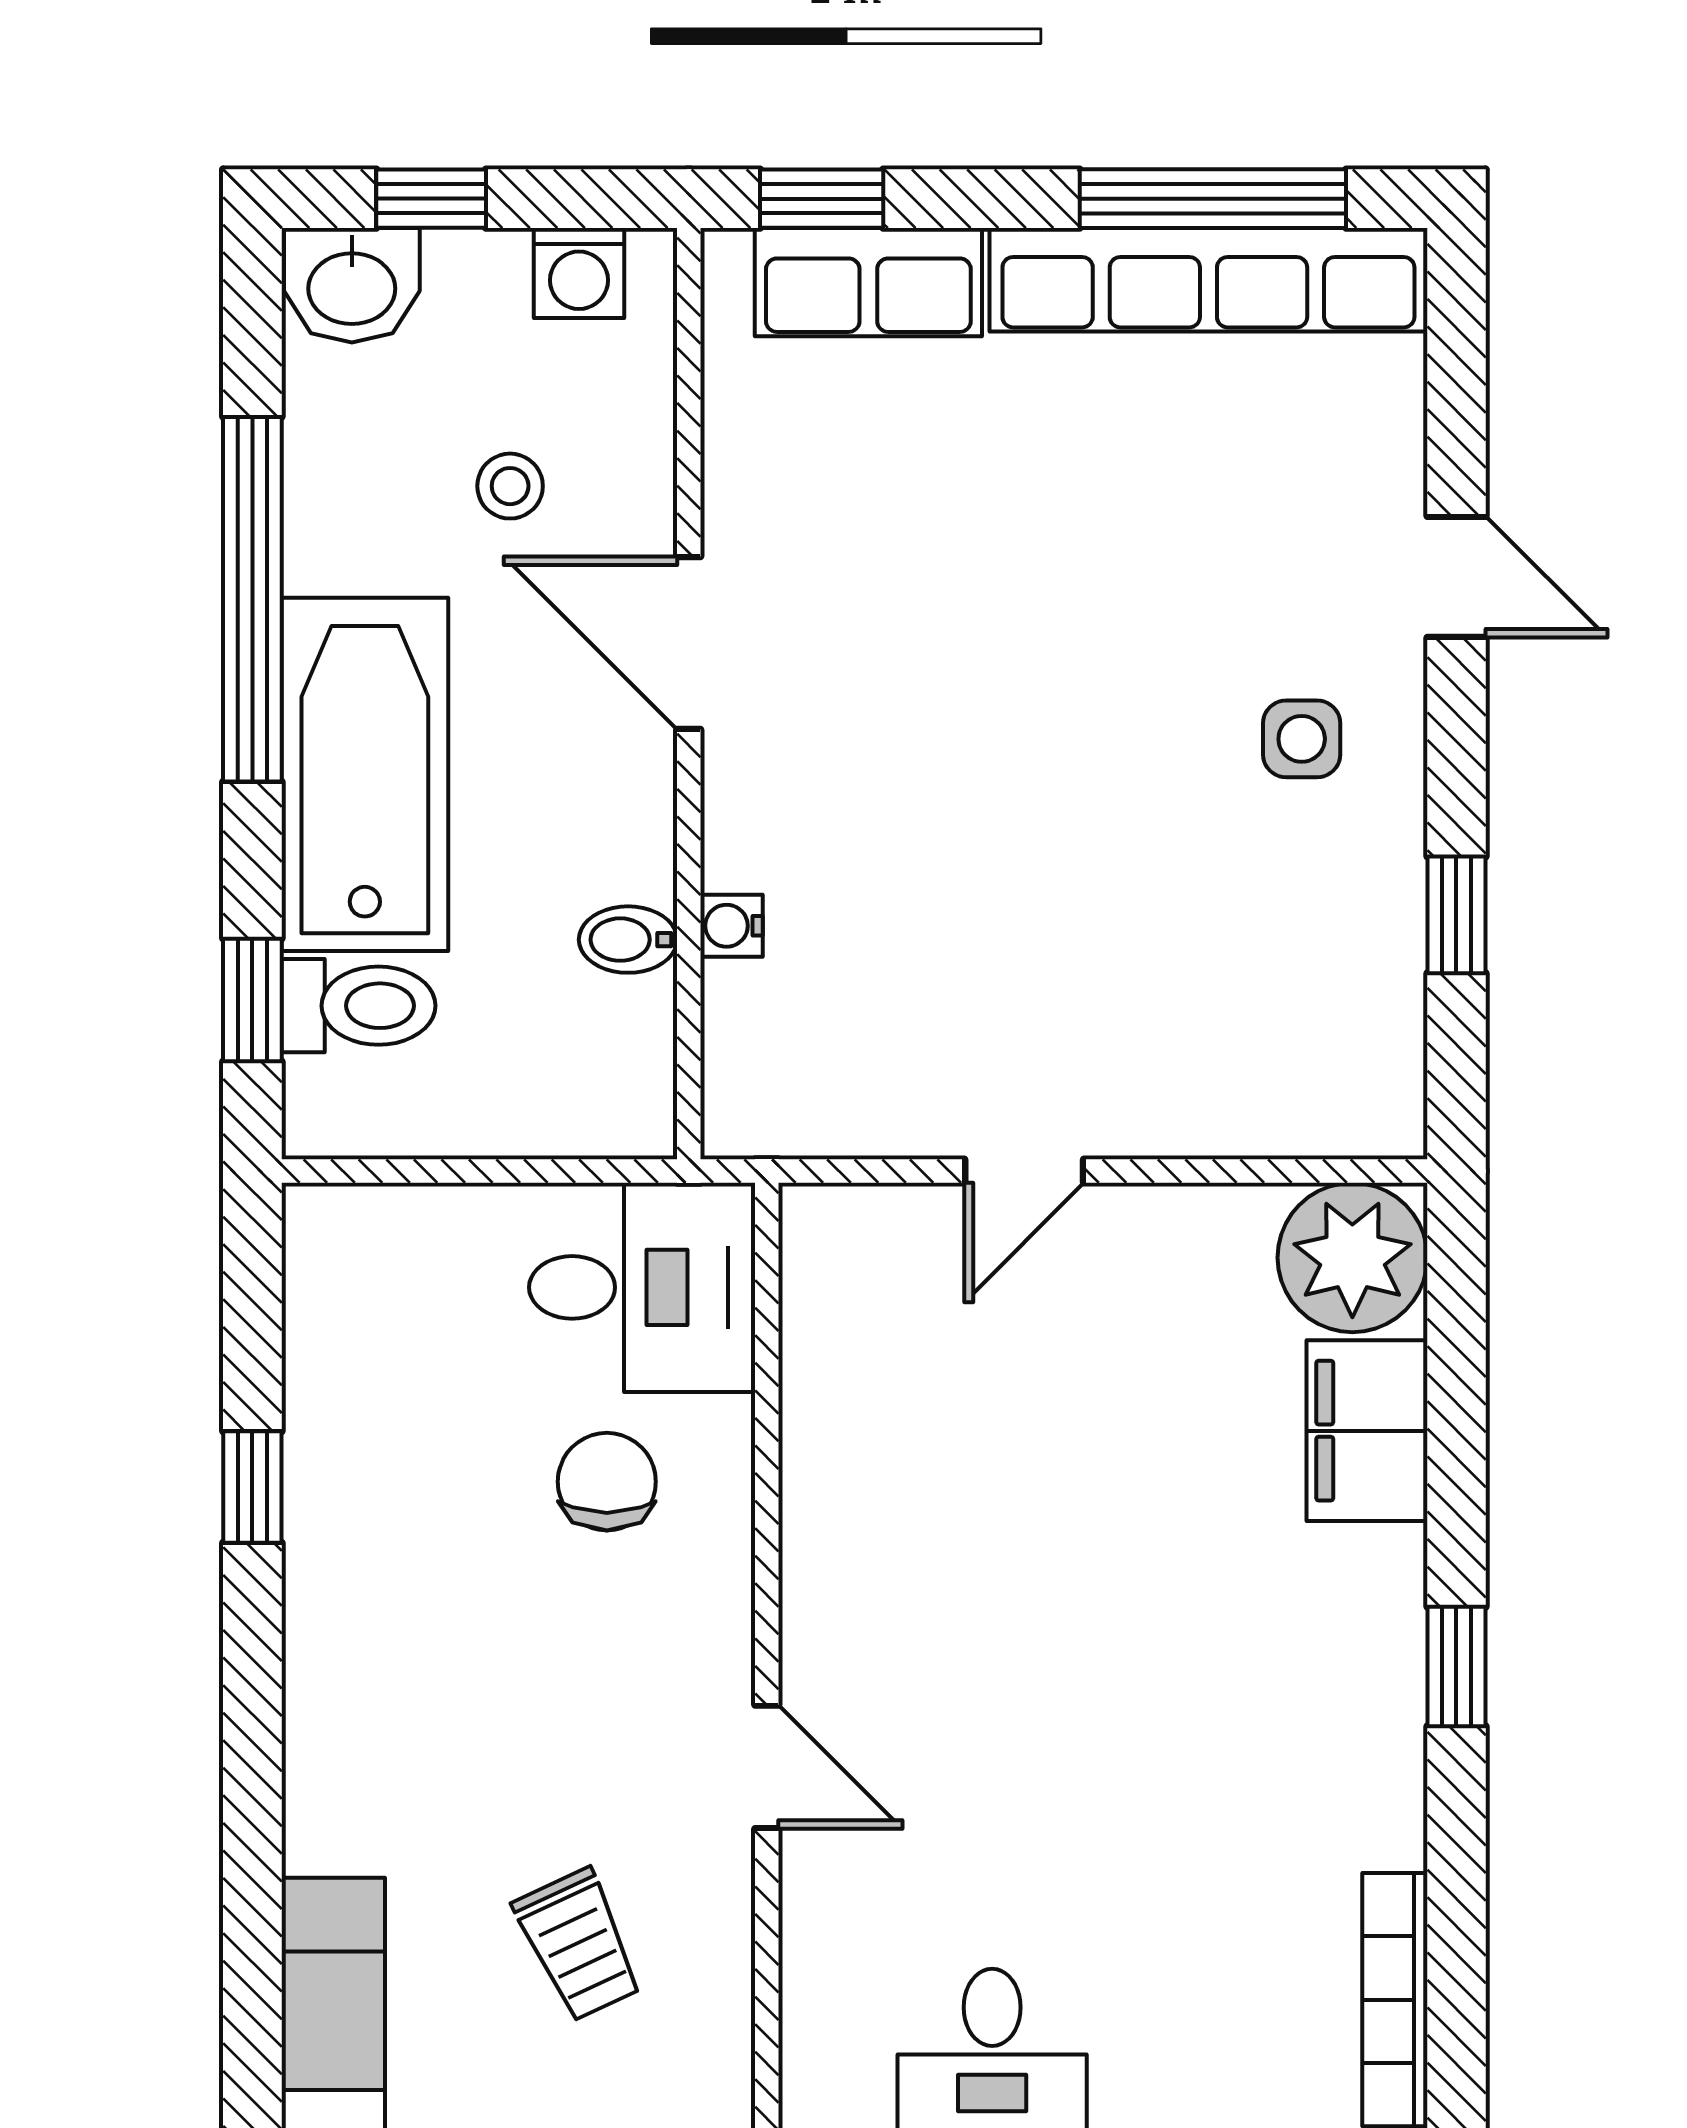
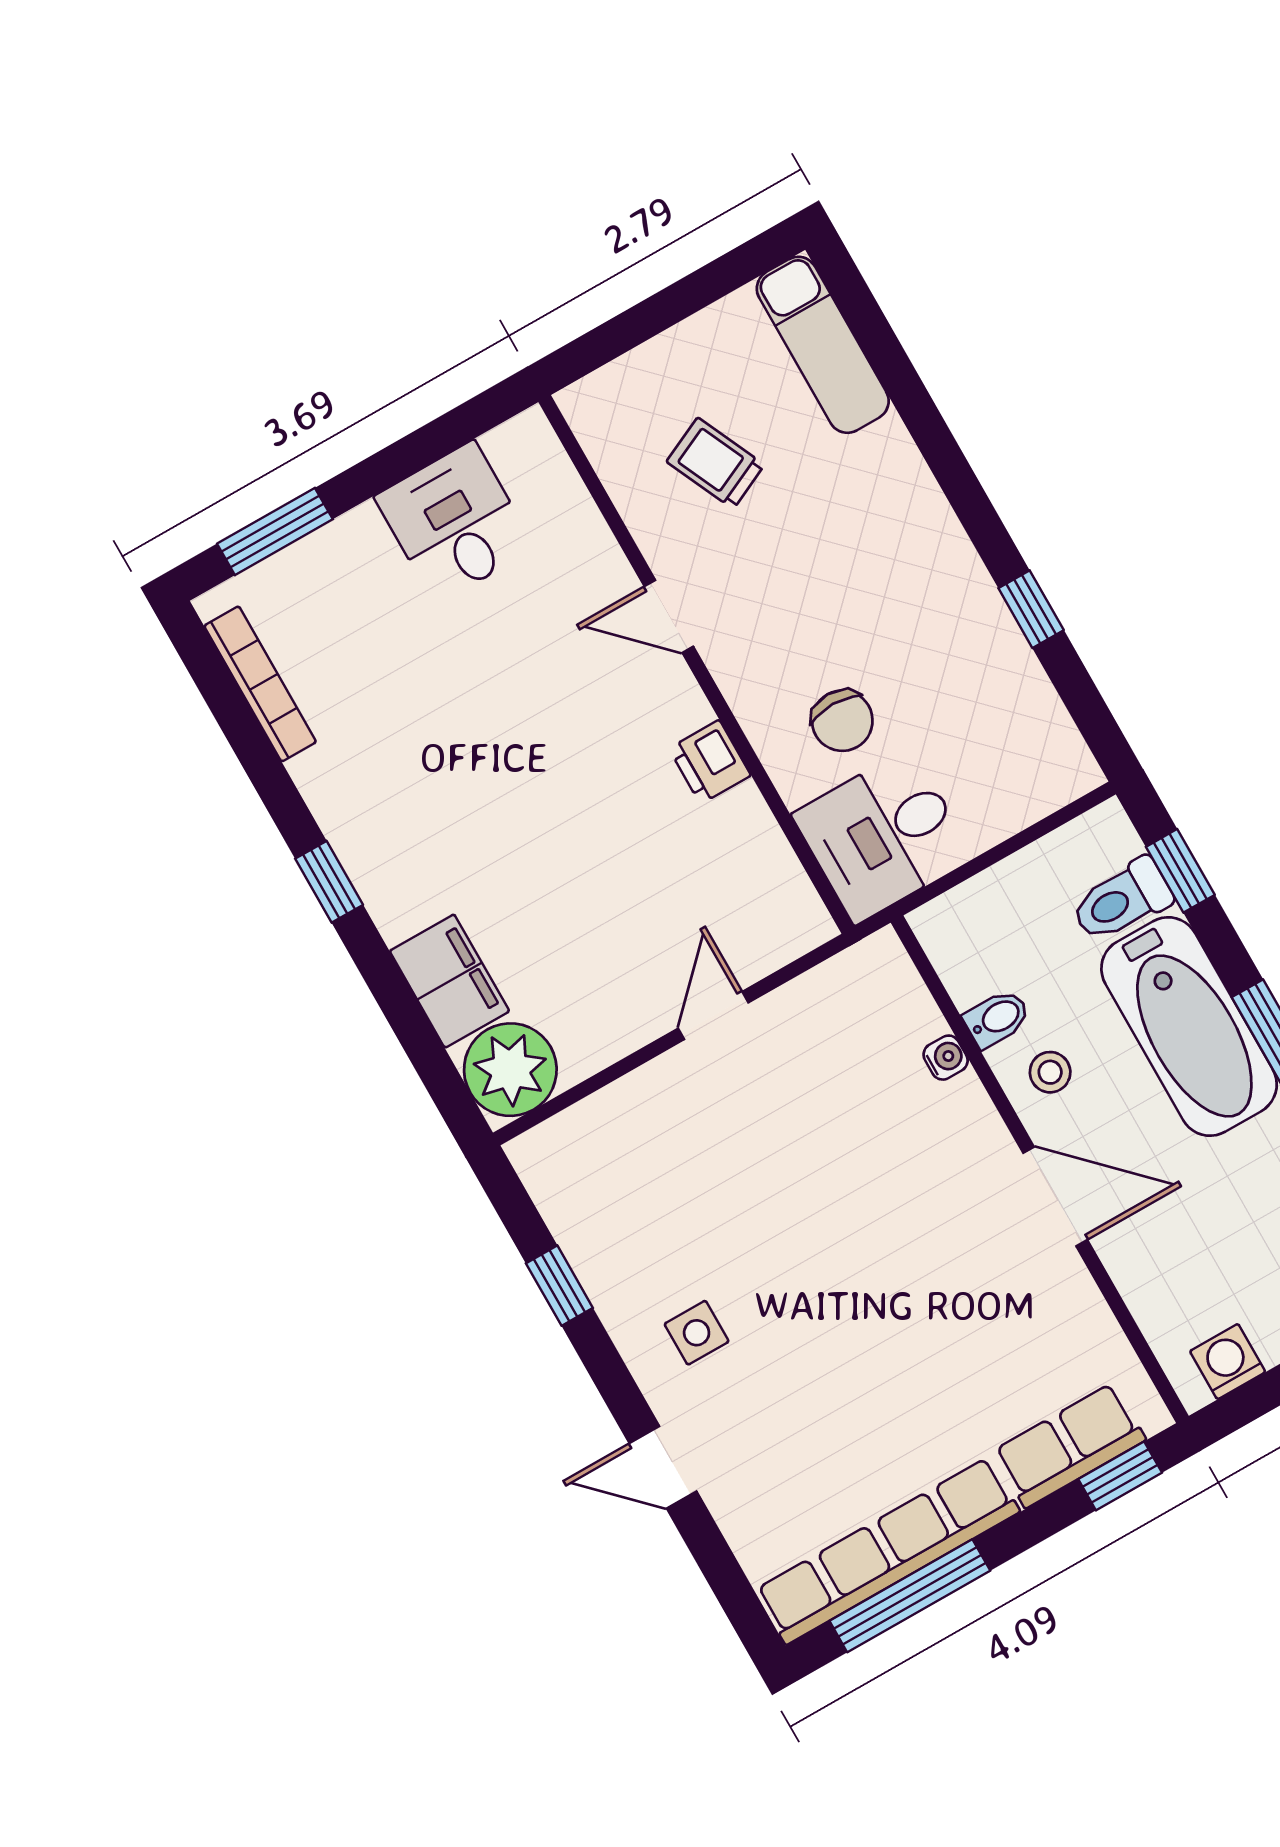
stool: (510, 486) -> (1050, 1072), moved
printer: (826, 1530) -> (710, 762), added

